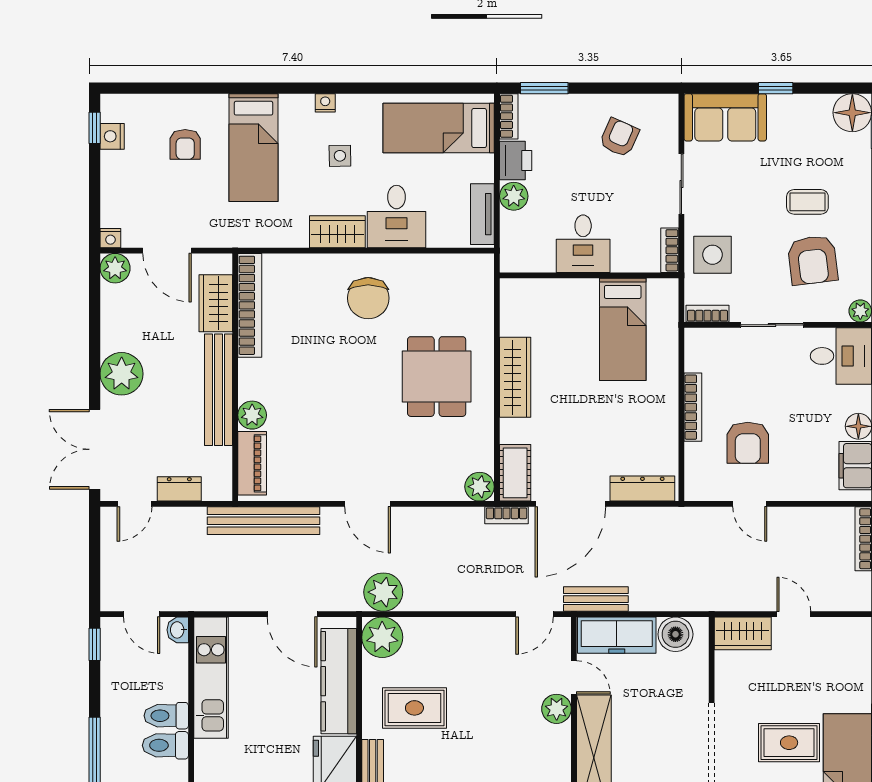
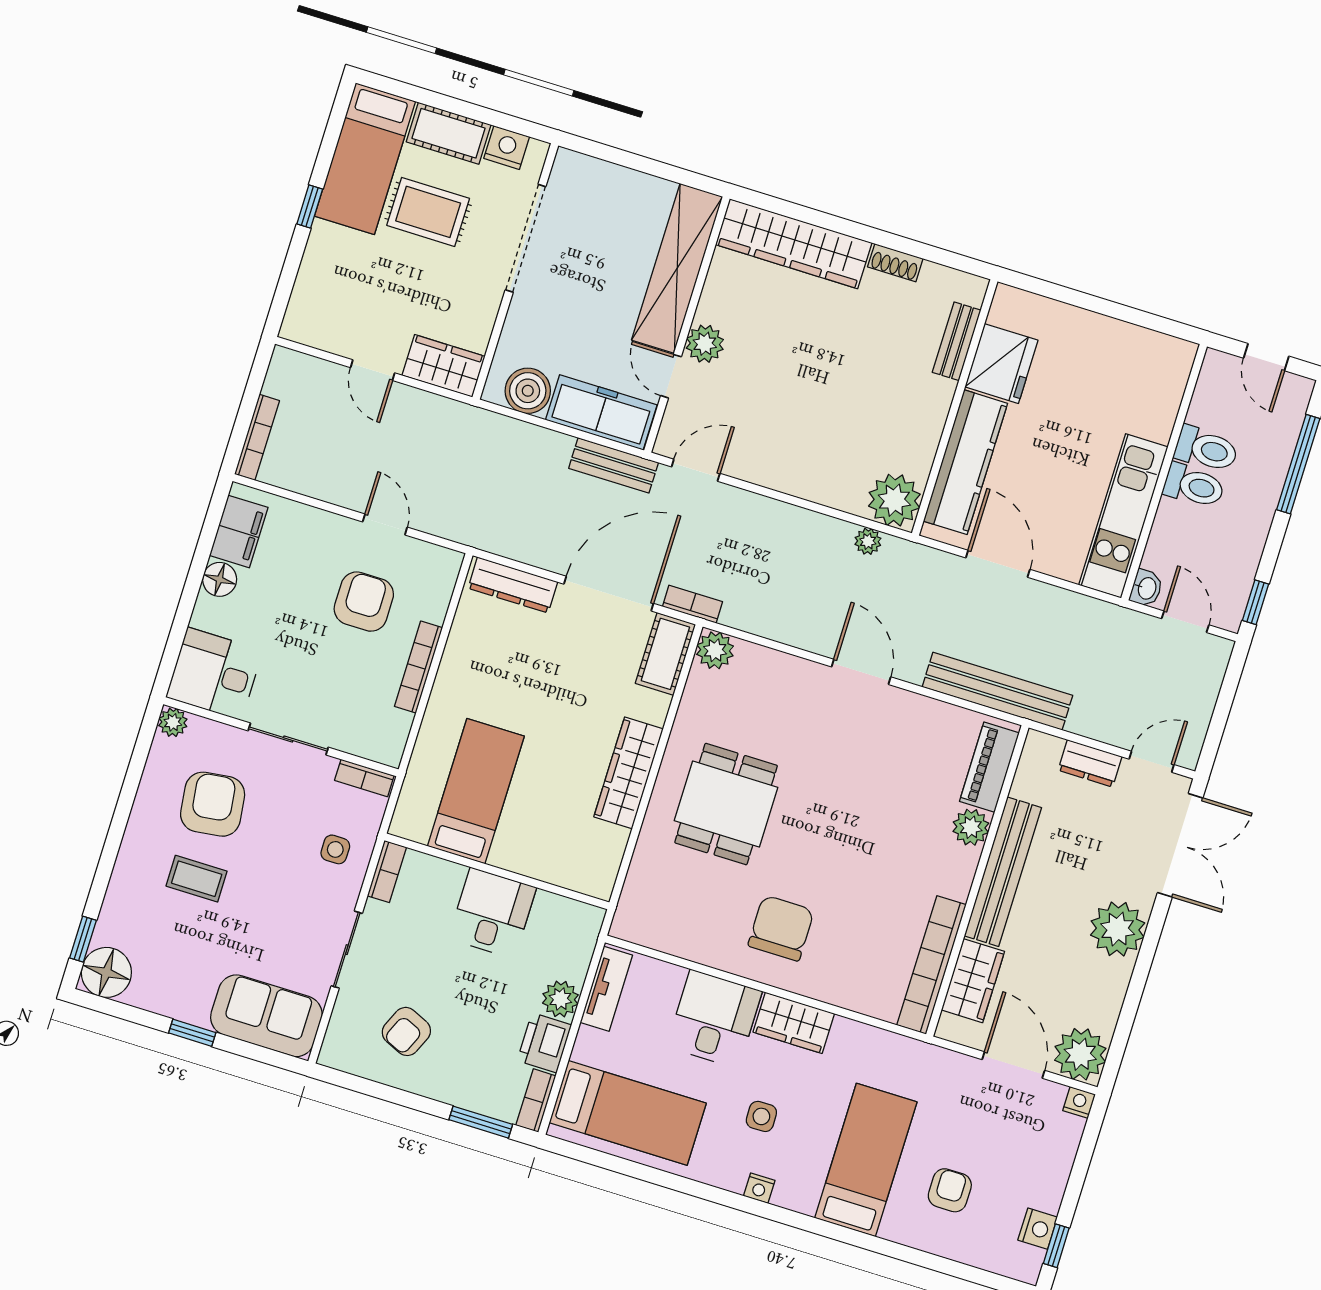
side table: (712, 255) -> (335, 849), width x0.54, depth x0.54
plant: (115, 268) -> (1080, 1054), width x1.36, depth x1.36
plant: (383, 592) -> (868, 541), width x0.53, depth x0.53
rug: (414, 708) -> (881, 400), removed

